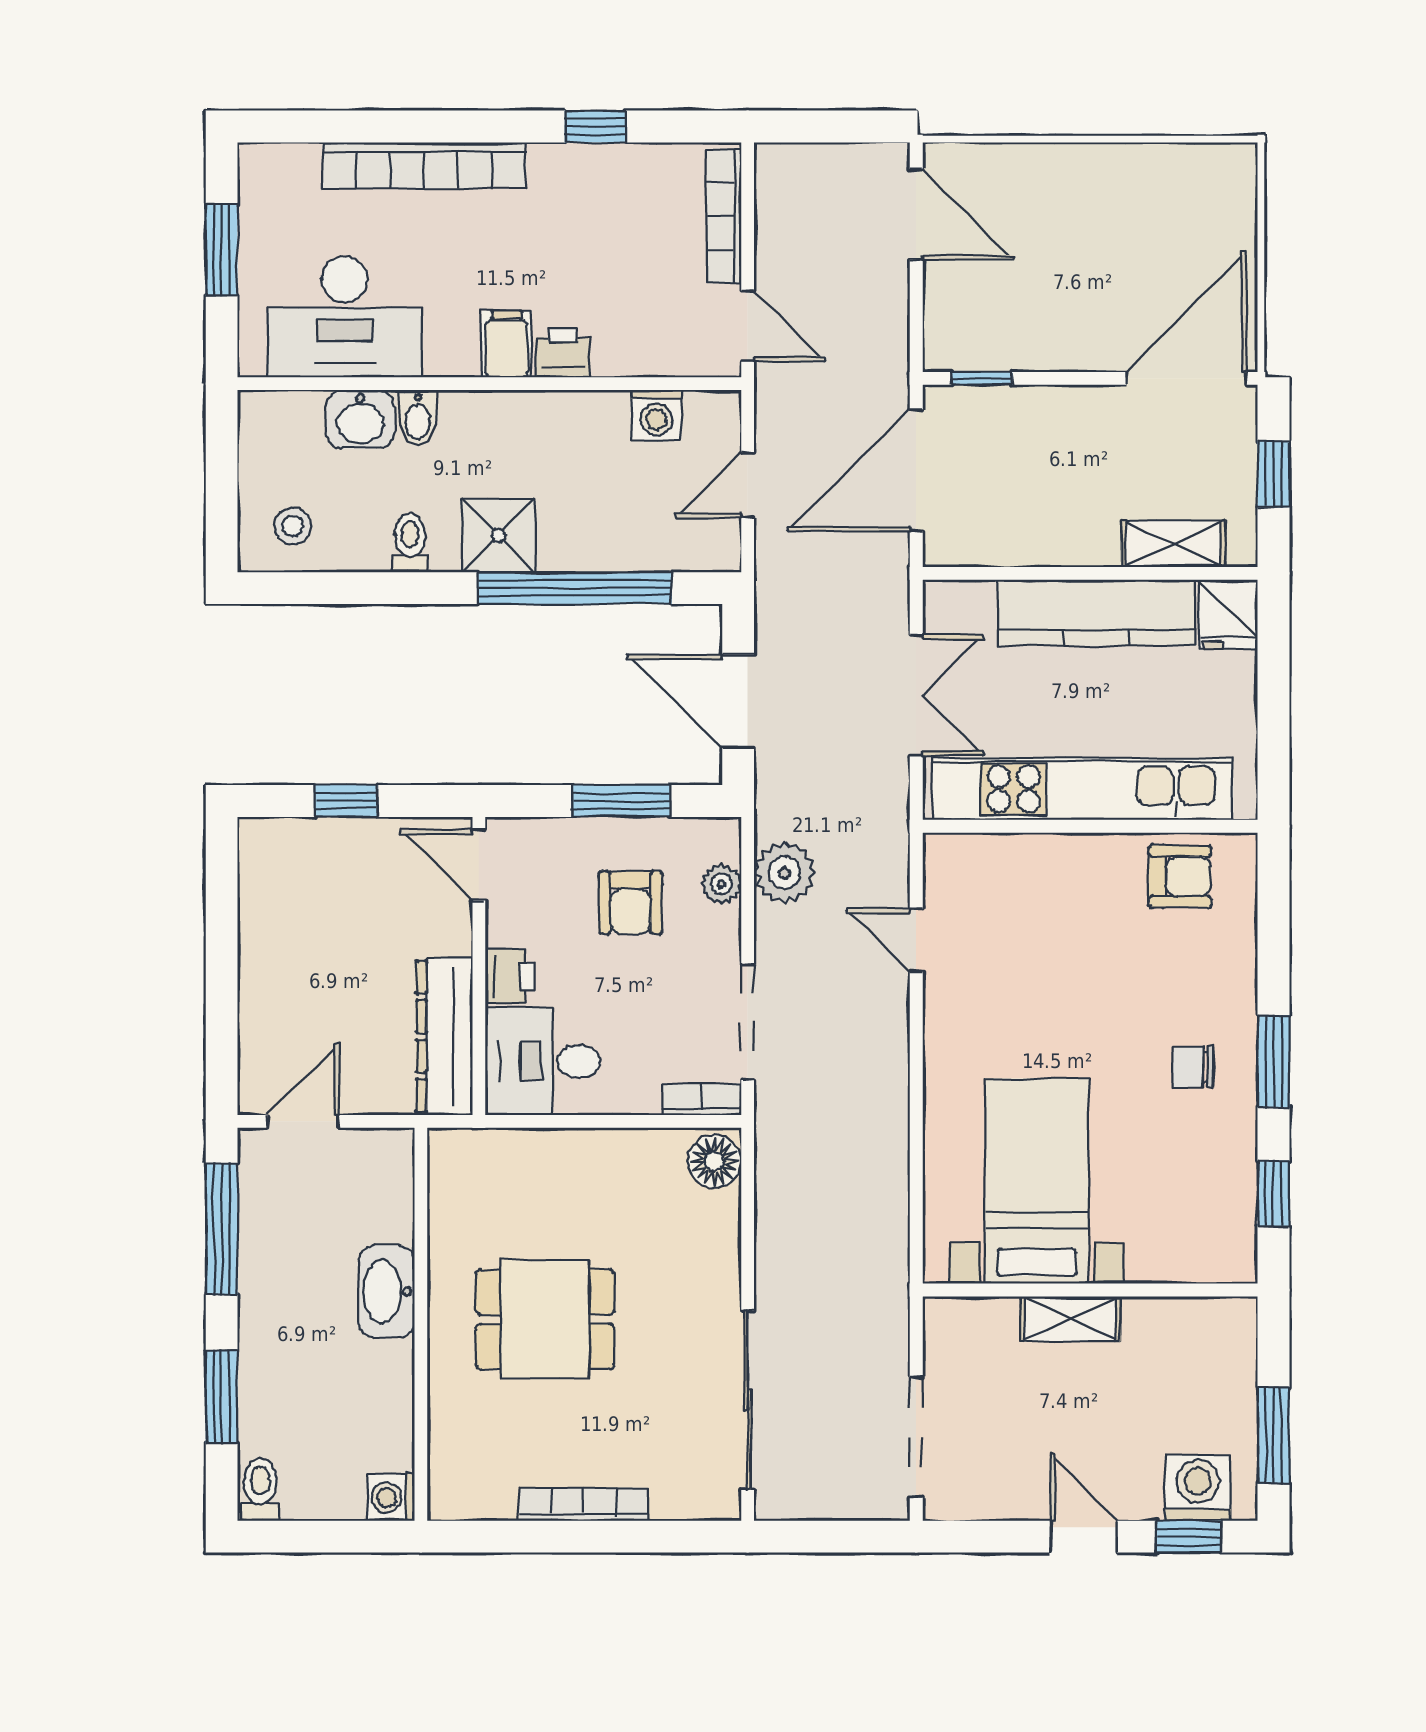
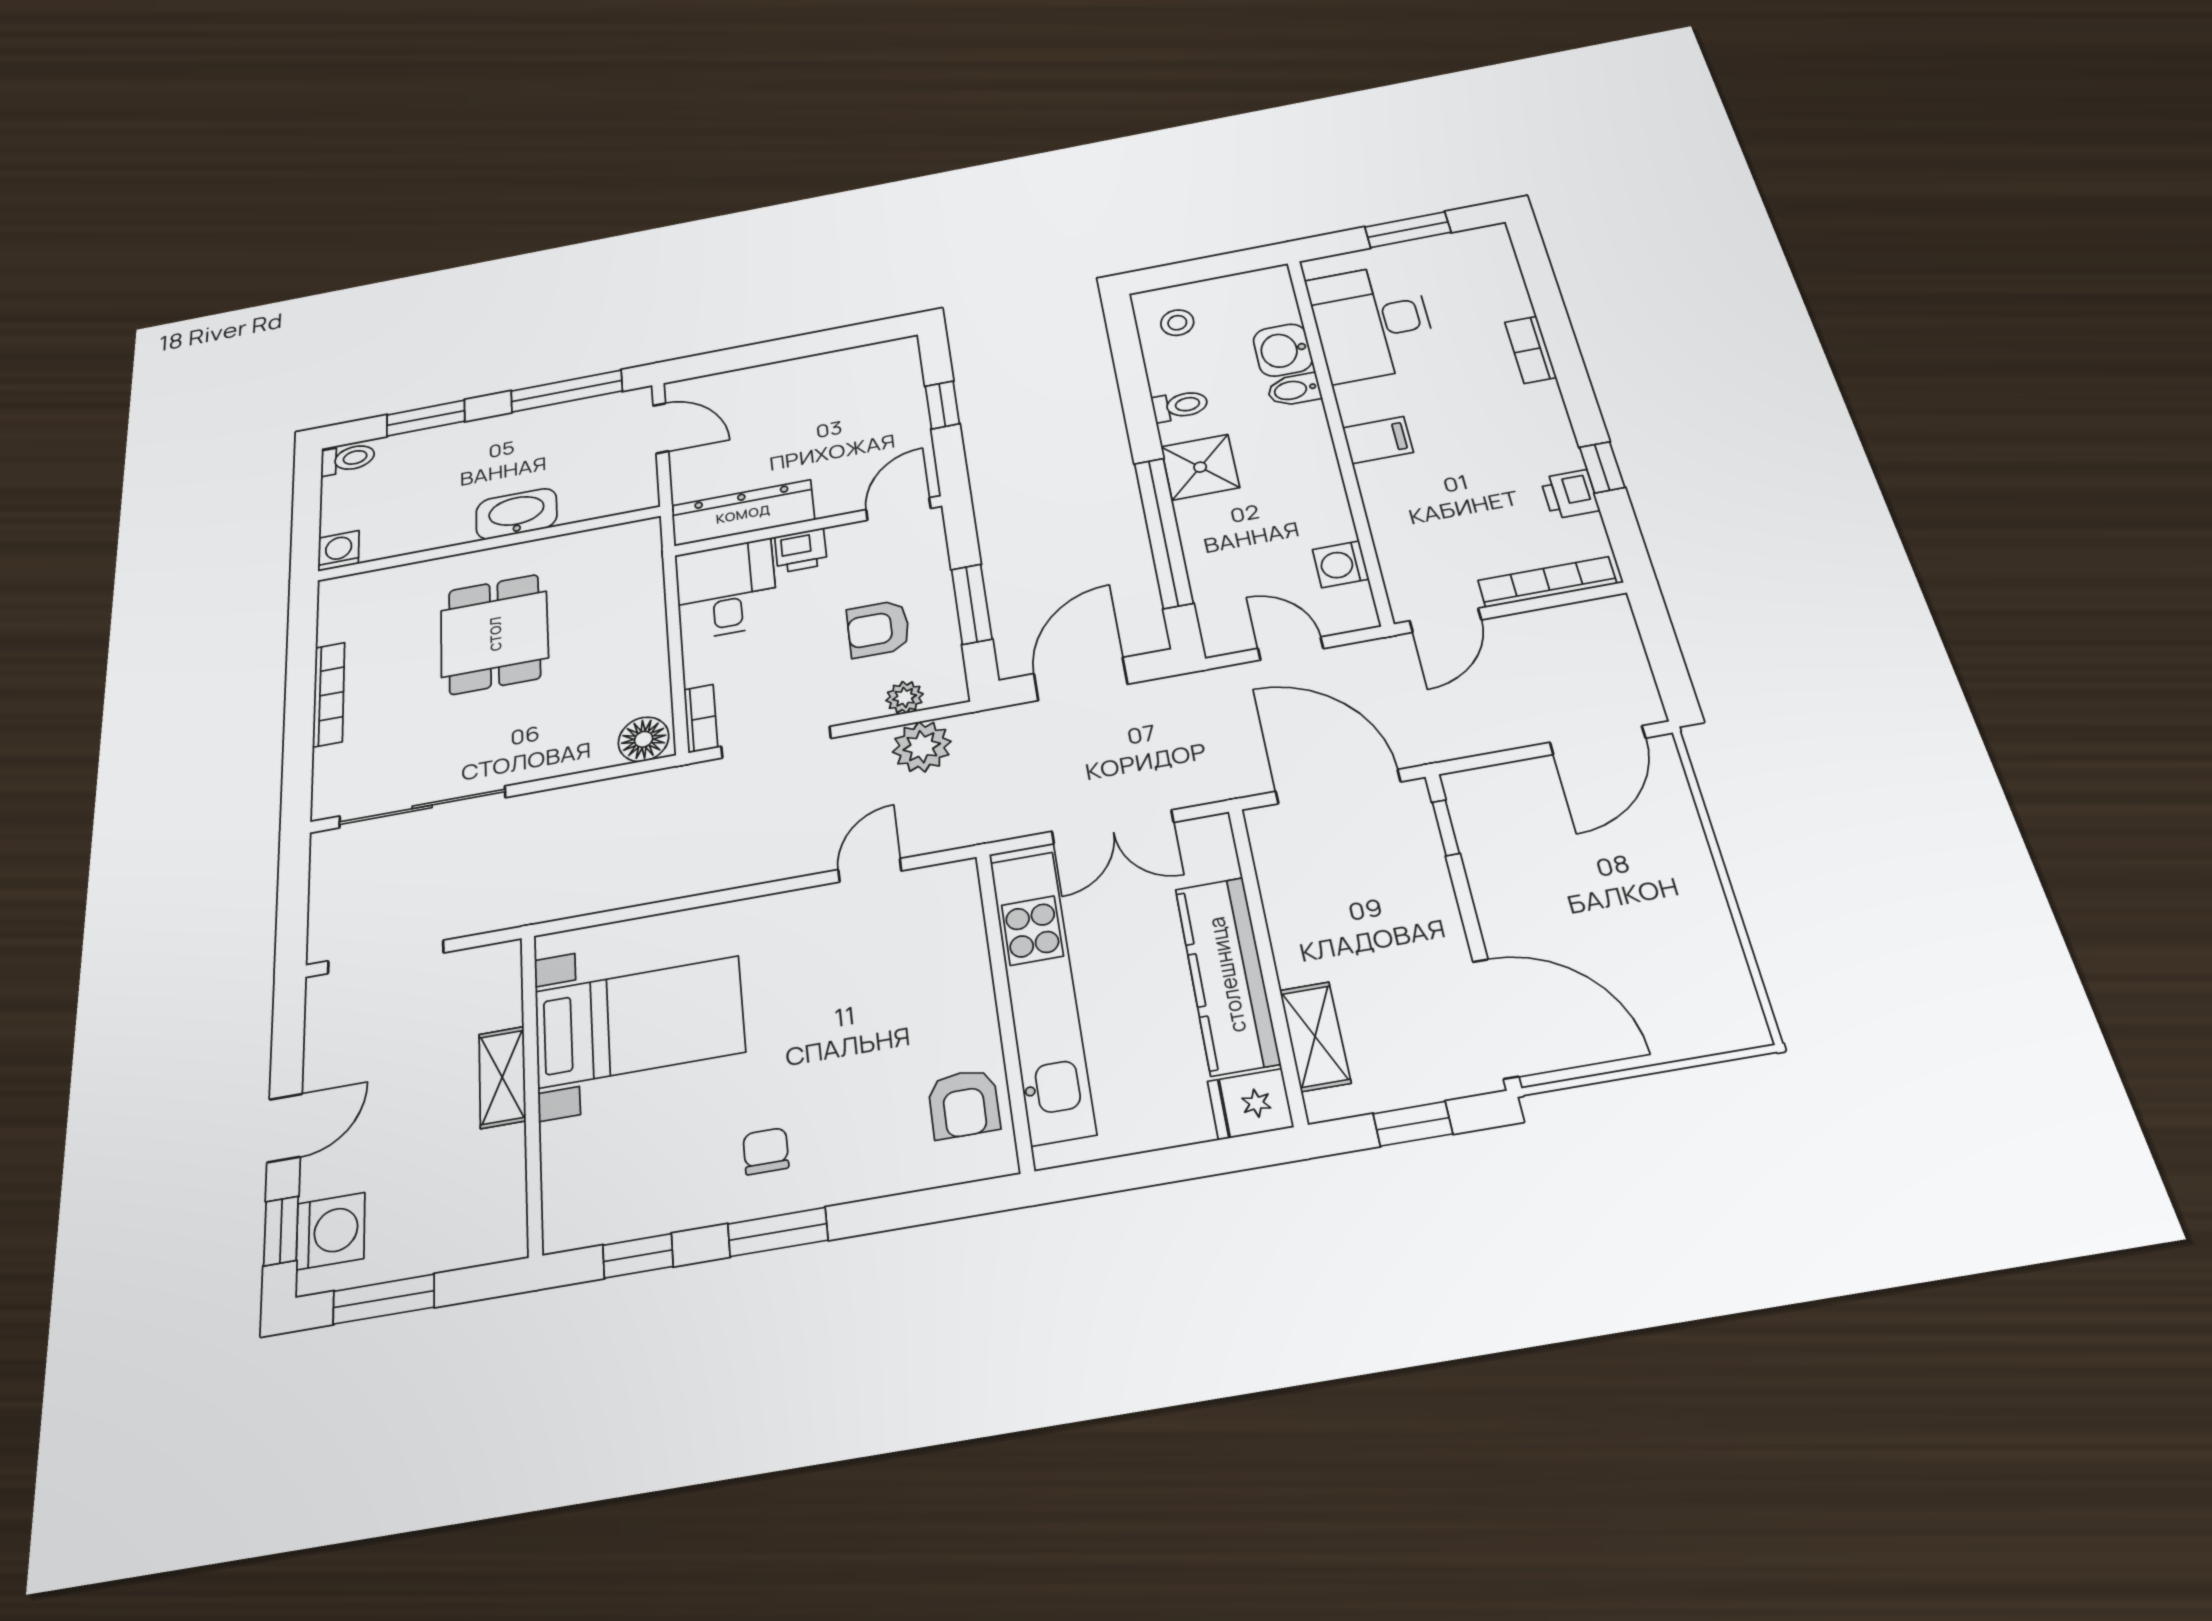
bookcase: (424, 165) -> (1530, 350), width x0.43, depth x0.76
printer: (563, 353) -> (1570, 494), moved, turned 180

